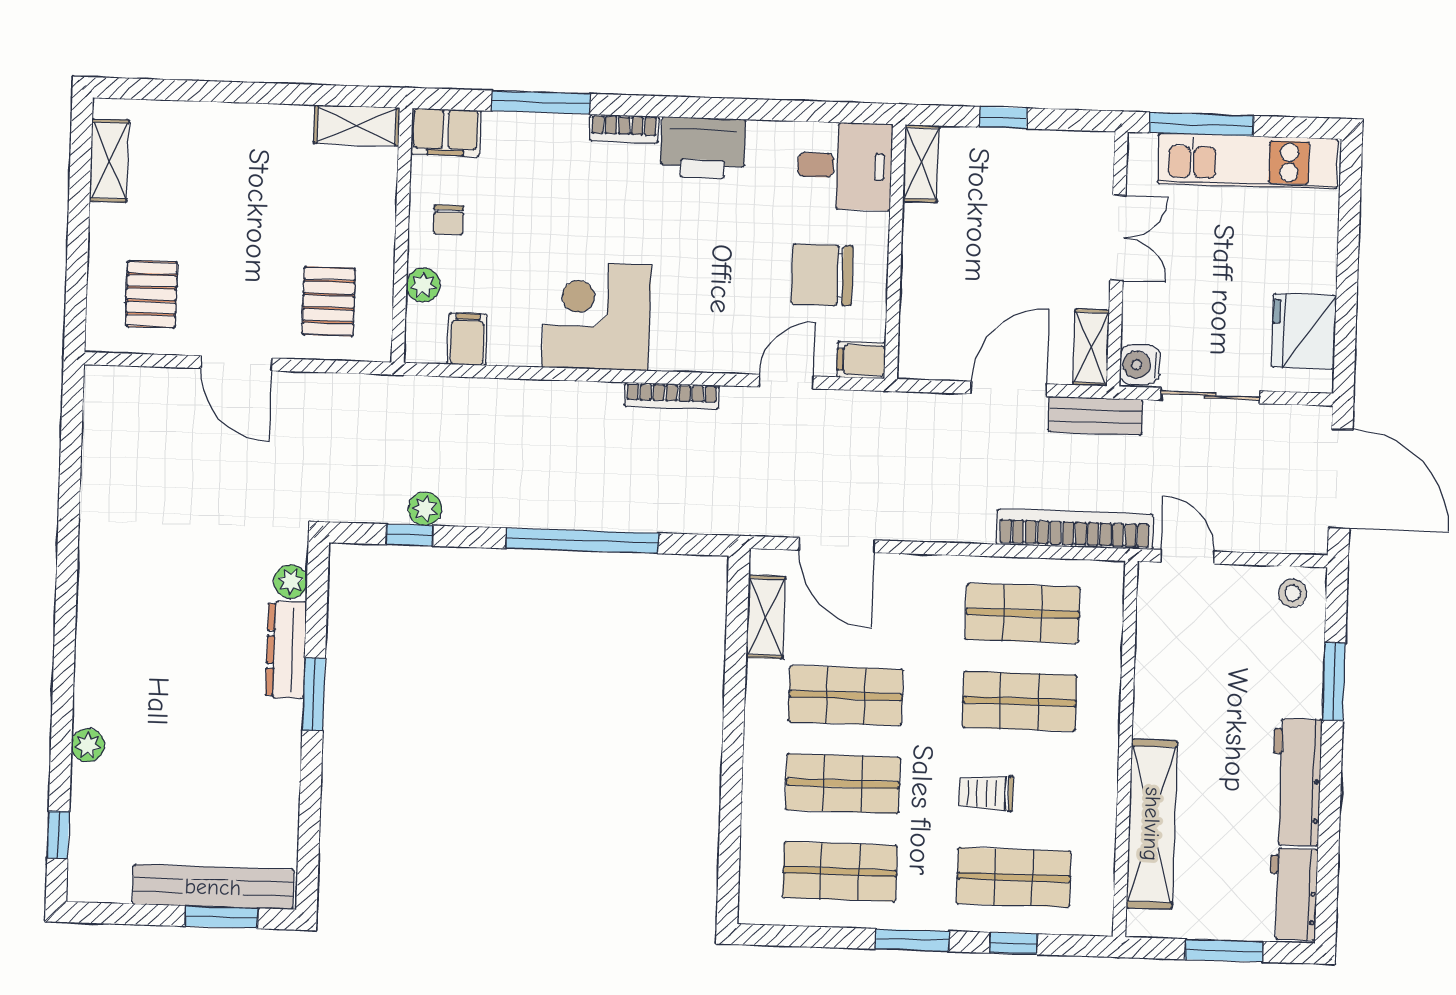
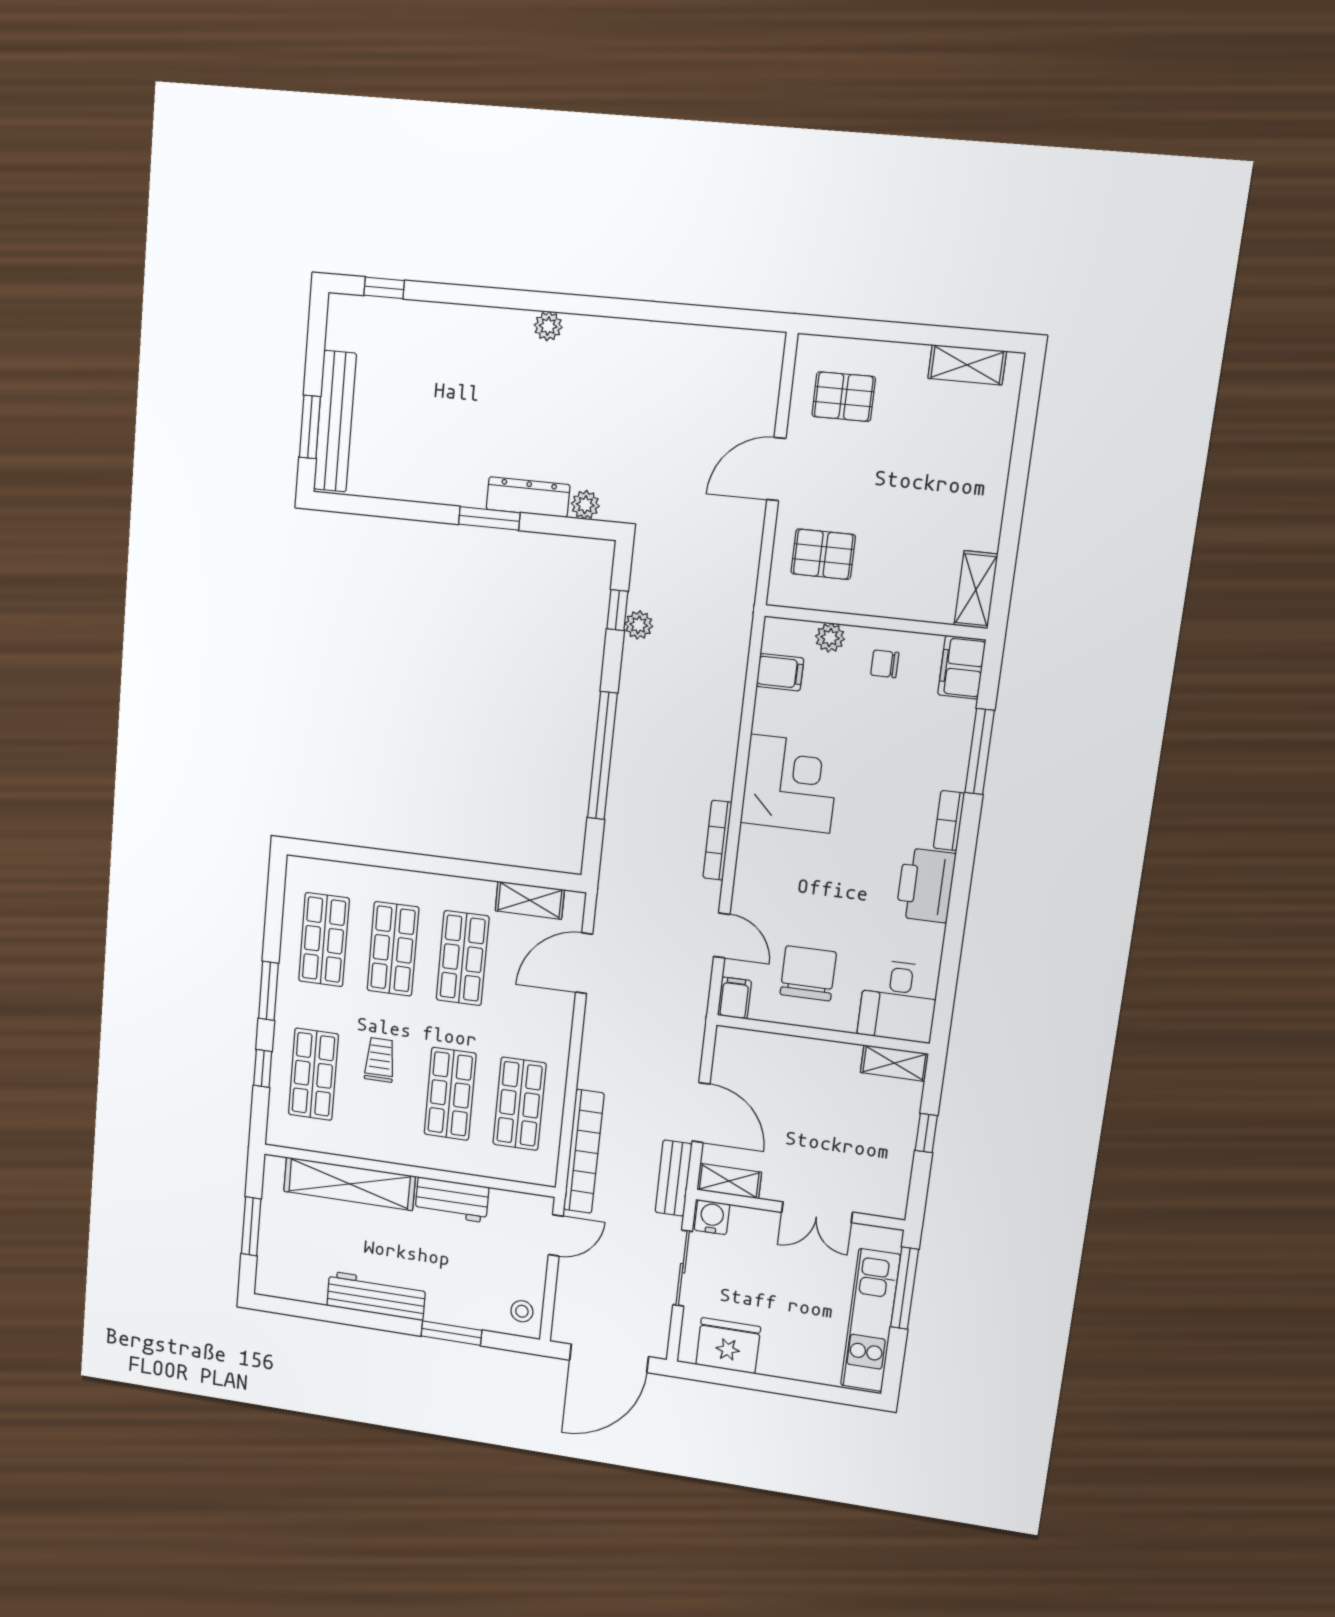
plant: (88, 745) -> (548, 326), moved
workbench: (1293, 894) -> (452, 1200), moved, turned 180

